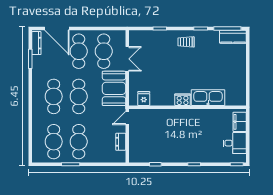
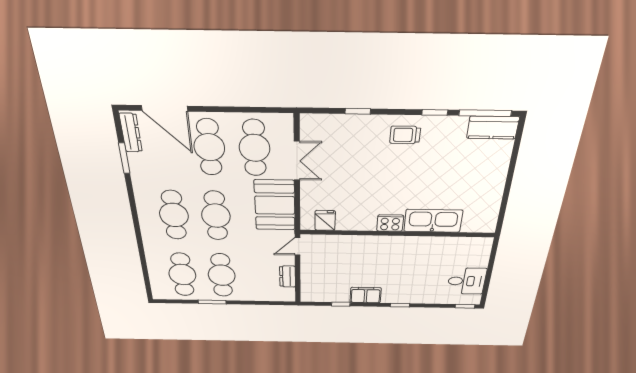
filing cabinet: (240, 122) -> (366, 295), moved, turned 90

